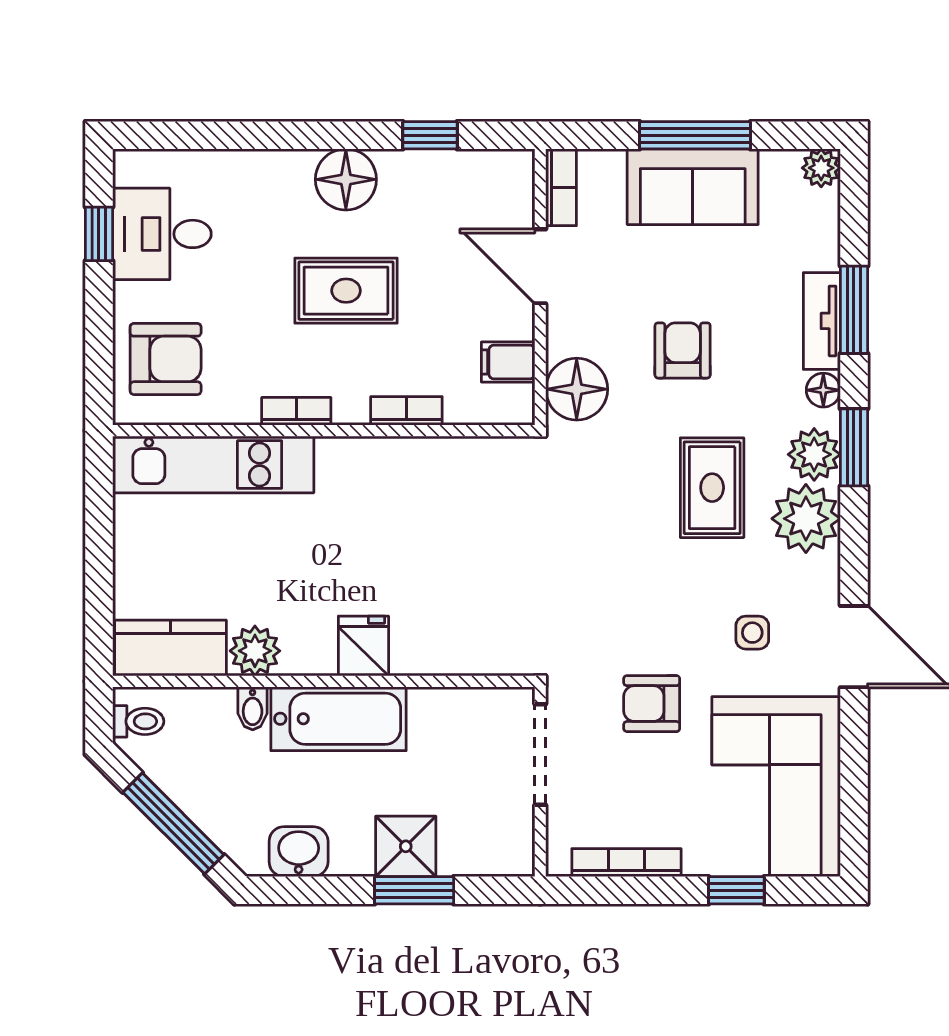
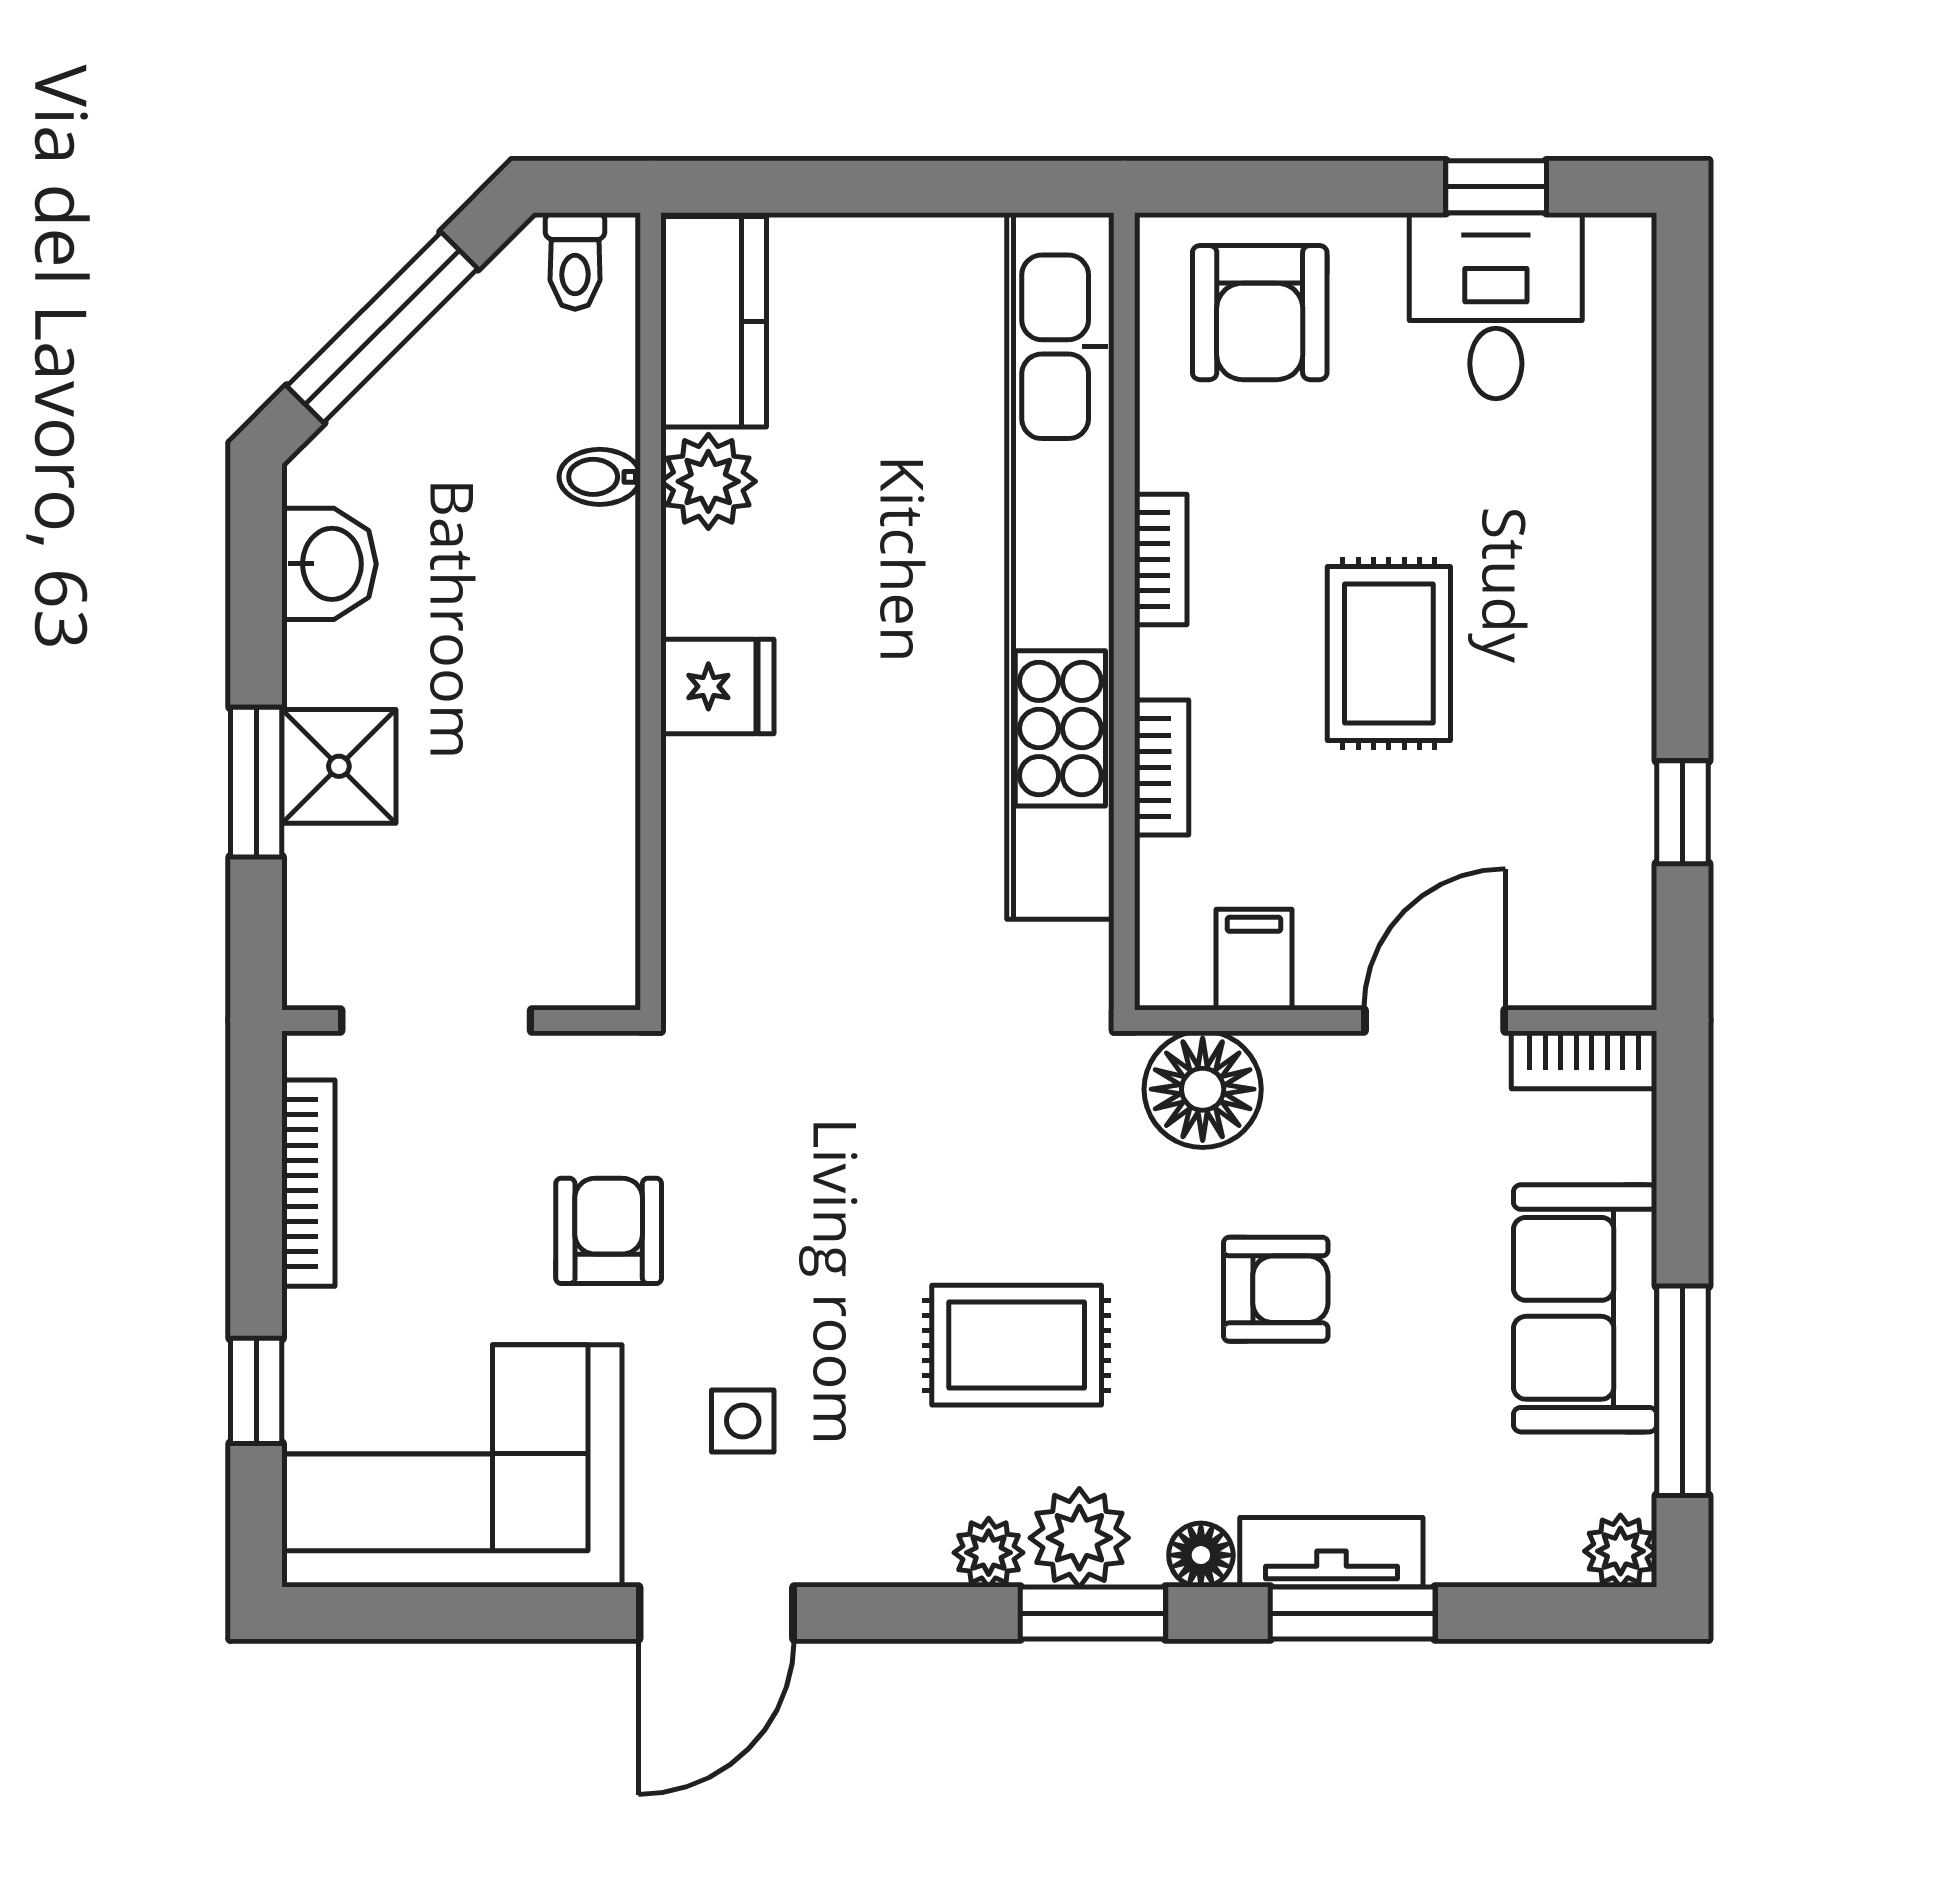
window: (695, 135) -> (1682, 1391), moved
floor lamp: (346, 179) -> (1599, 653), removed
kitchen unit: (213, 464) -> (1060, 566), width x1.86
plant: (806, 519) -> (989, 1553), width x0.53, depth x0.53
bathtub: (338, 719) -> (580, 639), removed
doorway: (540, 755) -> (436, 1020), moved

